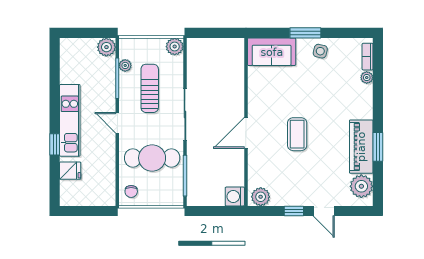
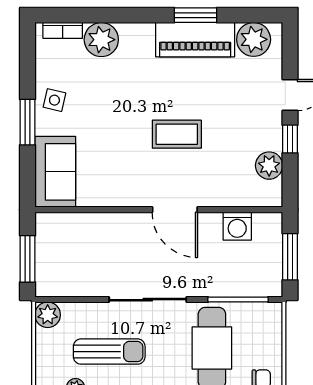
window: (213, 33) -> (28, 259), added
plant: (367, 78) -> (101, 40), width x1.87, depth x1.87
sun lounger: (150, 88) -> (109, 352), turned 180
washing machine: (235, 196) -> (237, 226), moved
plant: (261, 197) -> (269, 166), moved
window: (214, 211) -> (290, 257), added

